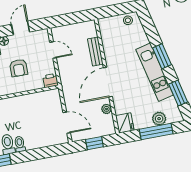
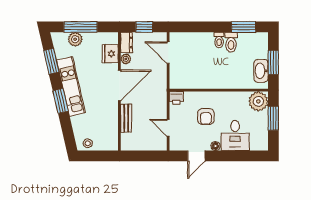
armchair: (19, 68) -> (206, 116), turned 180
fridge: (125, 123) -> (110, 54), moved
dresser: (109, 125) -> (127, 43), added

